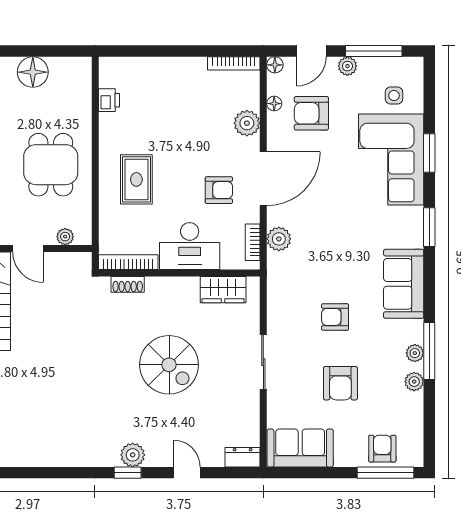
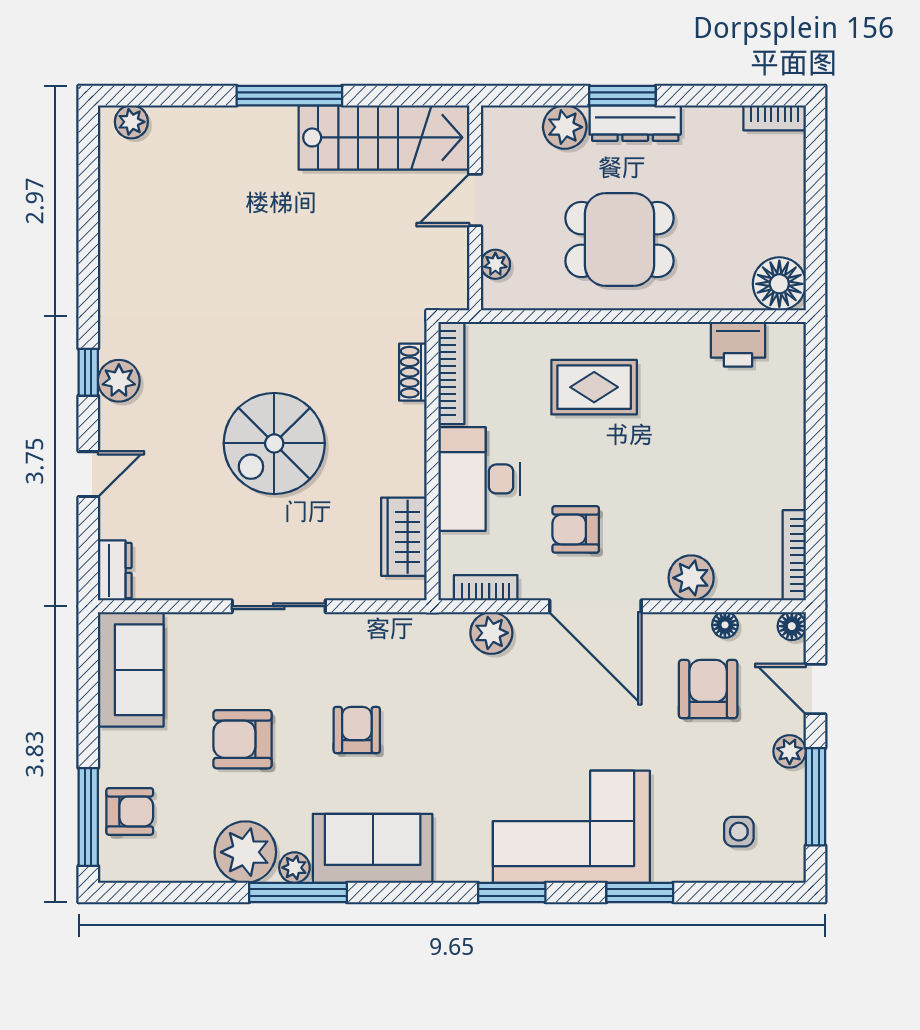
floor lamp: (33, 72) -> (779, 284), moved
printer: (109, 100) -> (738, 344), width x1.36, depth x1.24
corner sofa: (391, 160) -> (571, 827), moved
armchair: (219, 190) -> (576, 529), turned 90
sofa: (404, 284) -> (373, 848), moved
plant: (414, 382) -> (245, 852), width x1.87, depth x1.87

